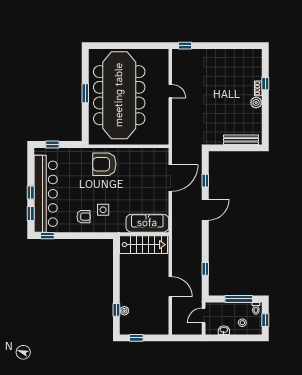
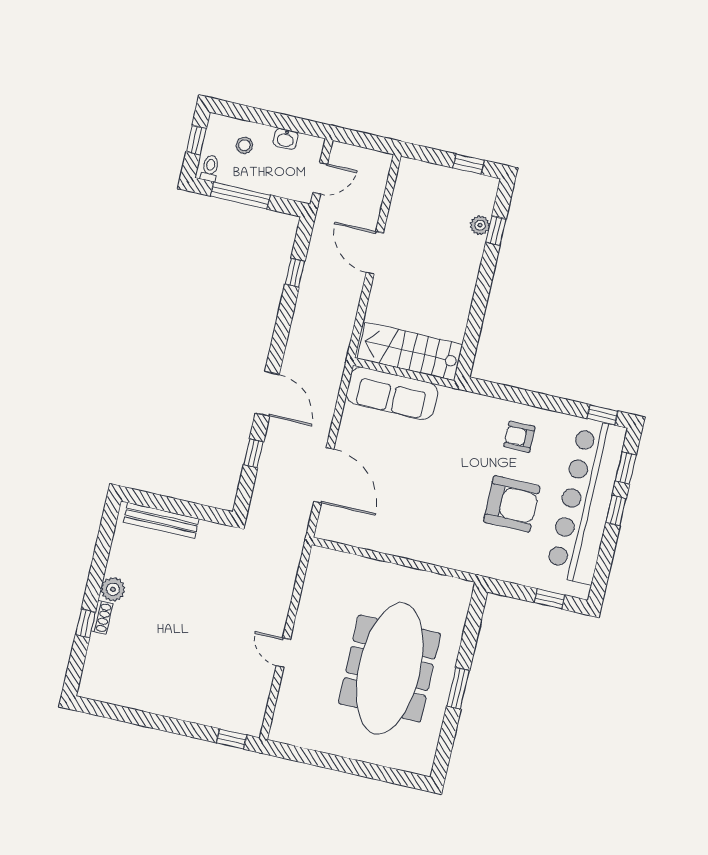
meeting table: (119, 95) -> (390, 668), width x0.73, depth x0.79
armchair: (104, 164) -> (512, 504), moved
door: (170, 178) -> (324, 475), swing flipped
side table: (103, 210) -> (476, 441), removed
door: (205, 210) -> (267, 394), swing flipped

